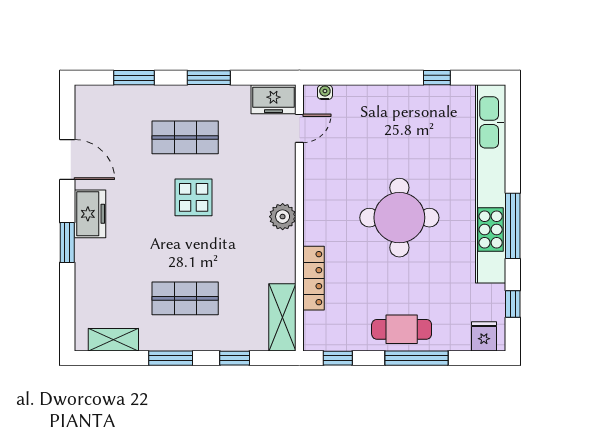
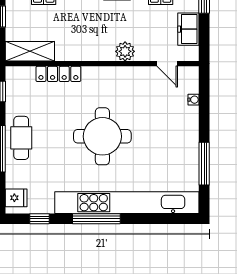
window: (437, 78) -> (204, 164), width x2.17
water cooler: (325, 92) -> (194, 100), moved
freezer: (274, 99) -> (188, 29), moved
plant: (283, 217) -> (125, 51), moved

